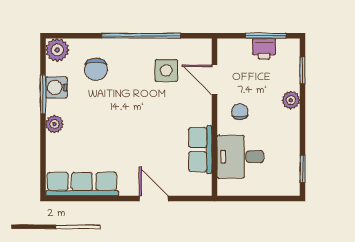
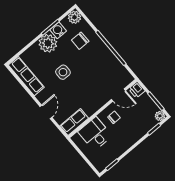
printer: (264, 49) -> (137, 90), moved
side table: (166, 71) -> (63, 72), moved
door: (214, 80) -> (118, 95), swing flipped
plant: (291, 100) -> (160, 116), moved
plant: (54, 124) -> (48, 43), width x1.88, depth x1.88
row of seats: (200, 150) -> (74, 122), moved

